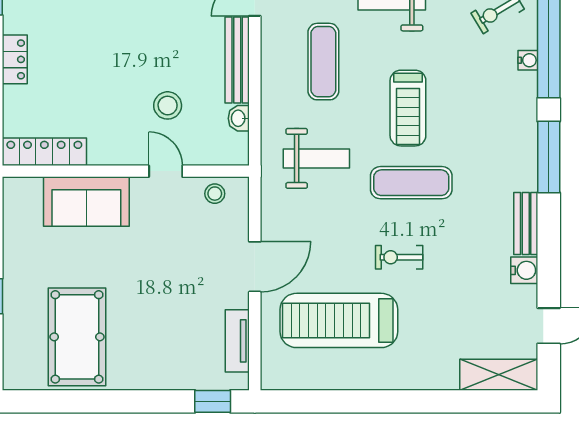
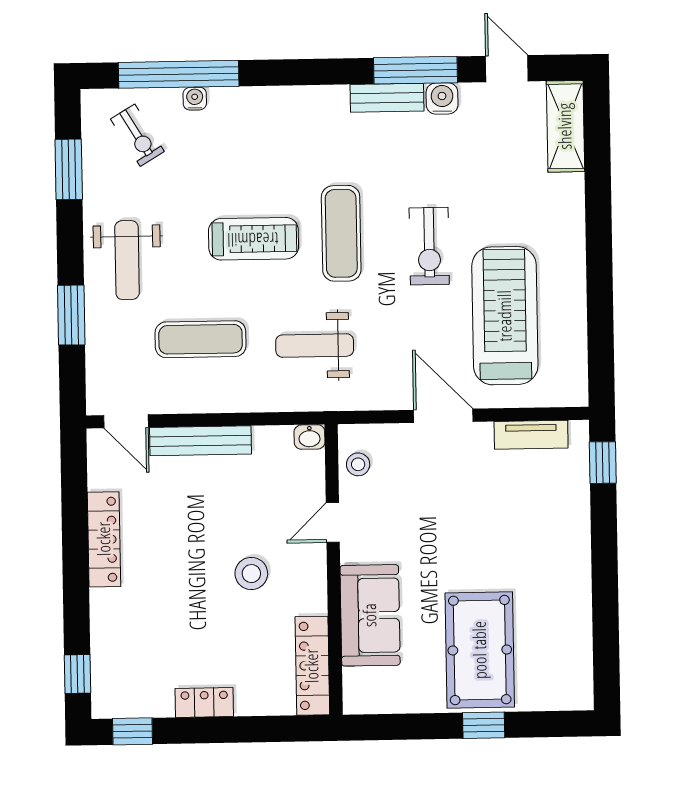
stool: (168, 105) -> (251, 574), moved
washbasin: (239, 118) -> (309, 437), moved
window: (549, 157) -> (416, 70), moved
weight bench: (316, 158) -> (315, 346), turned -90
exercise bike: (399, 257) -> (429, 246), width x1.38, depth x1.39
treadmill: (339, 320) -> (505, 316), turned 180
pool table: (77, 337) -> (480, 650), moved, turned 90

